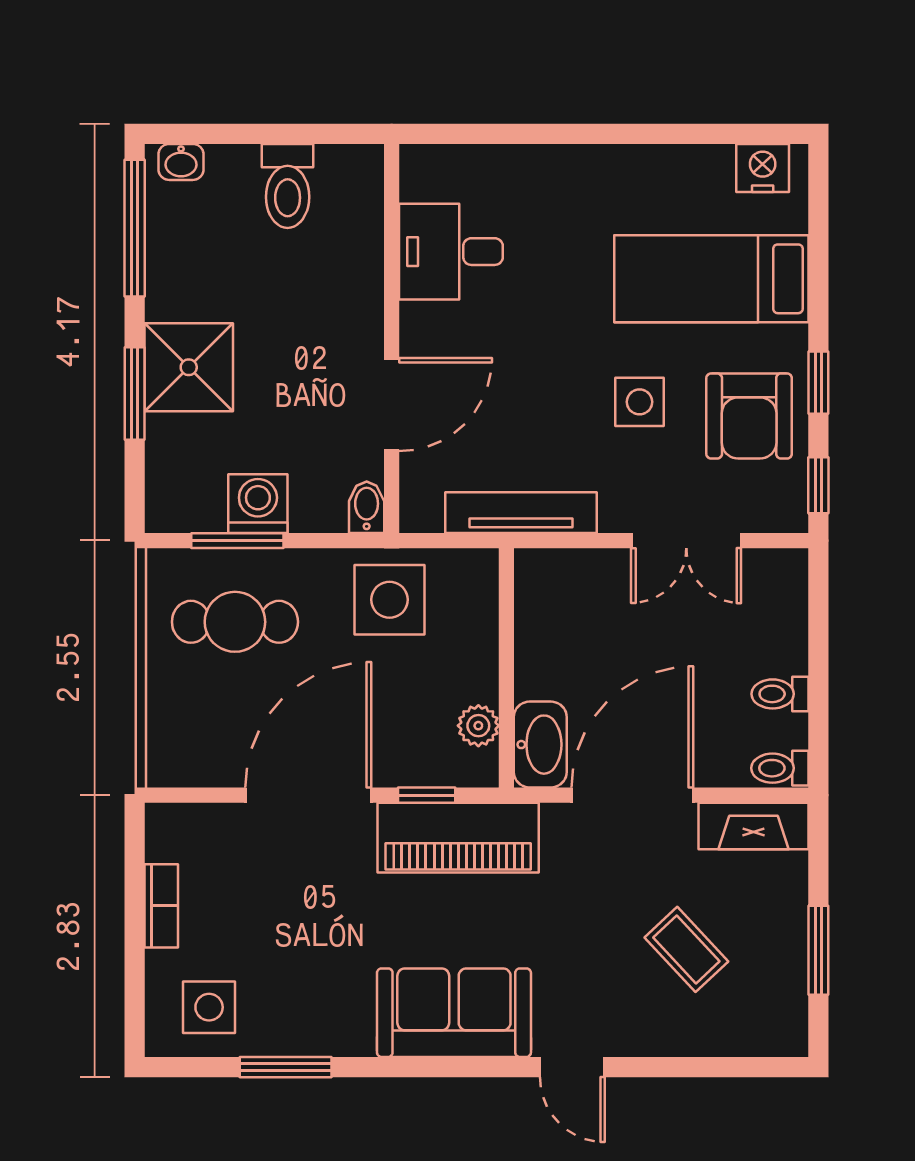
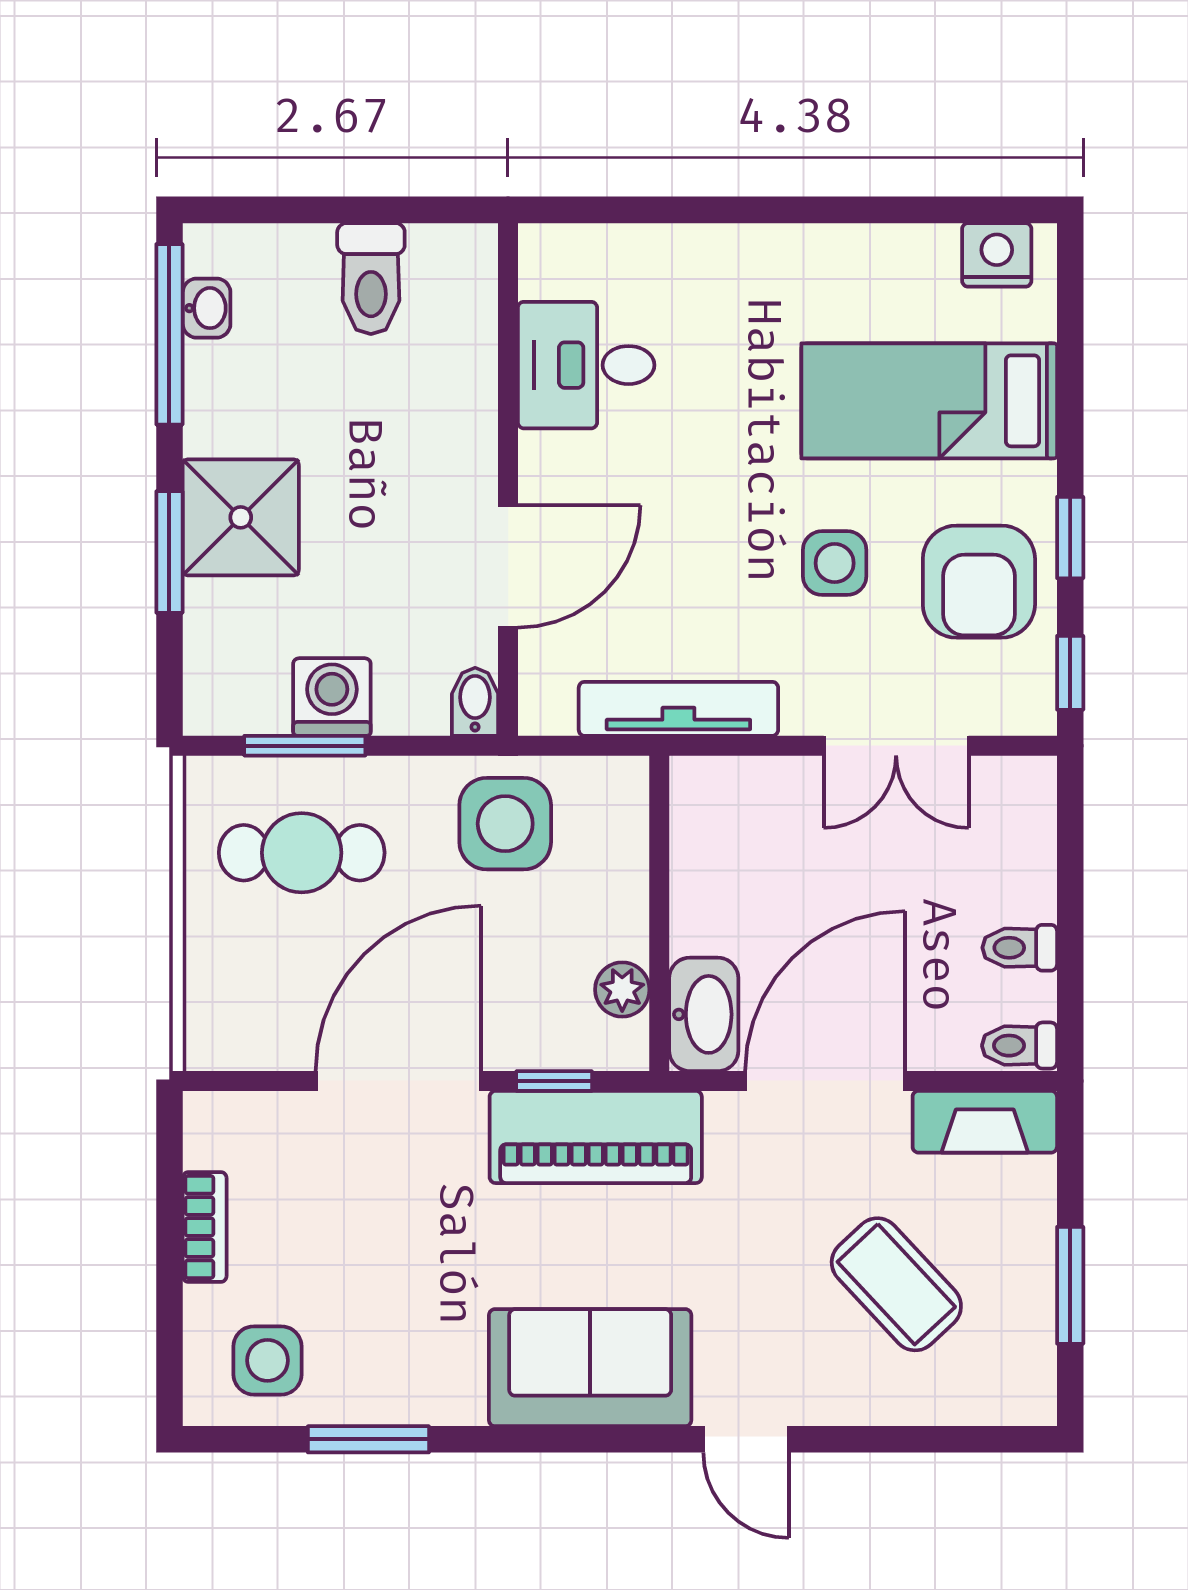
washbasin: (181, 162) -> (207, 308), moved, turned -90
coffee table: (686, 949) -> (896, 1284), width x1.36, depth x1.30

